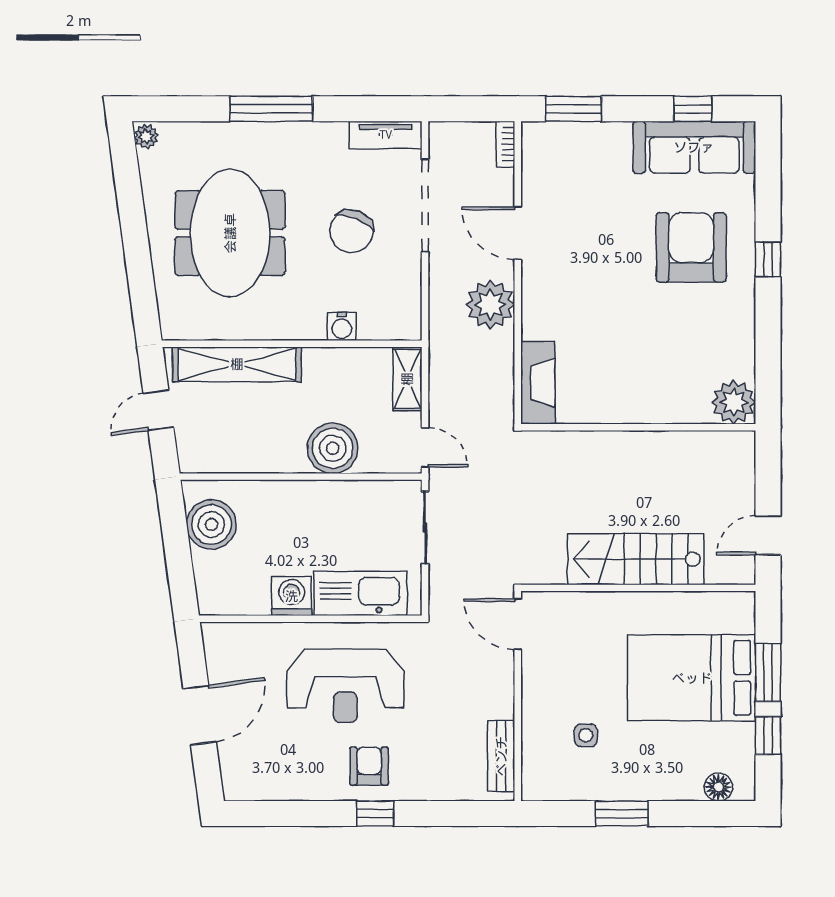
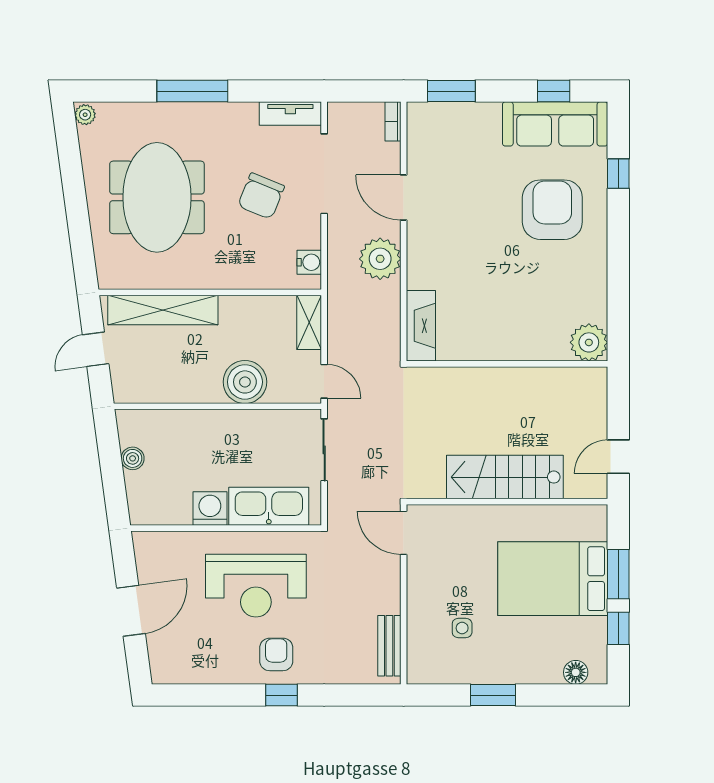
window: (768, 259) -> (618, 174), moved
water cooler: (342, 326) -> (309, 262), moved, turned -90
boiler: (211, 524) -> (133, 458), width x0.54, depth x0.54

